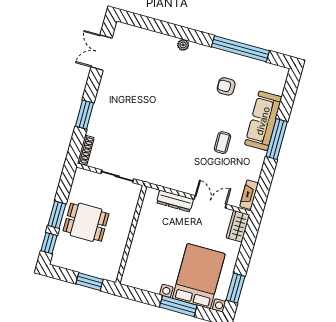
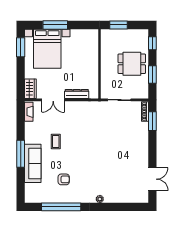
window: (84, 115) -> (152, 121), moved
window: (57, 215) -> (152, 74), moved

